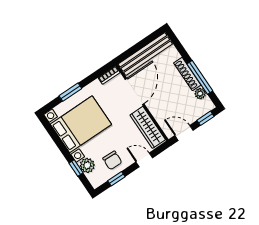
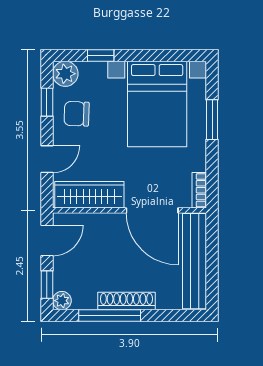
plant: (200, 94) -> (62, 301), moved
plant: (87, 165) -> (65, 74), moved

